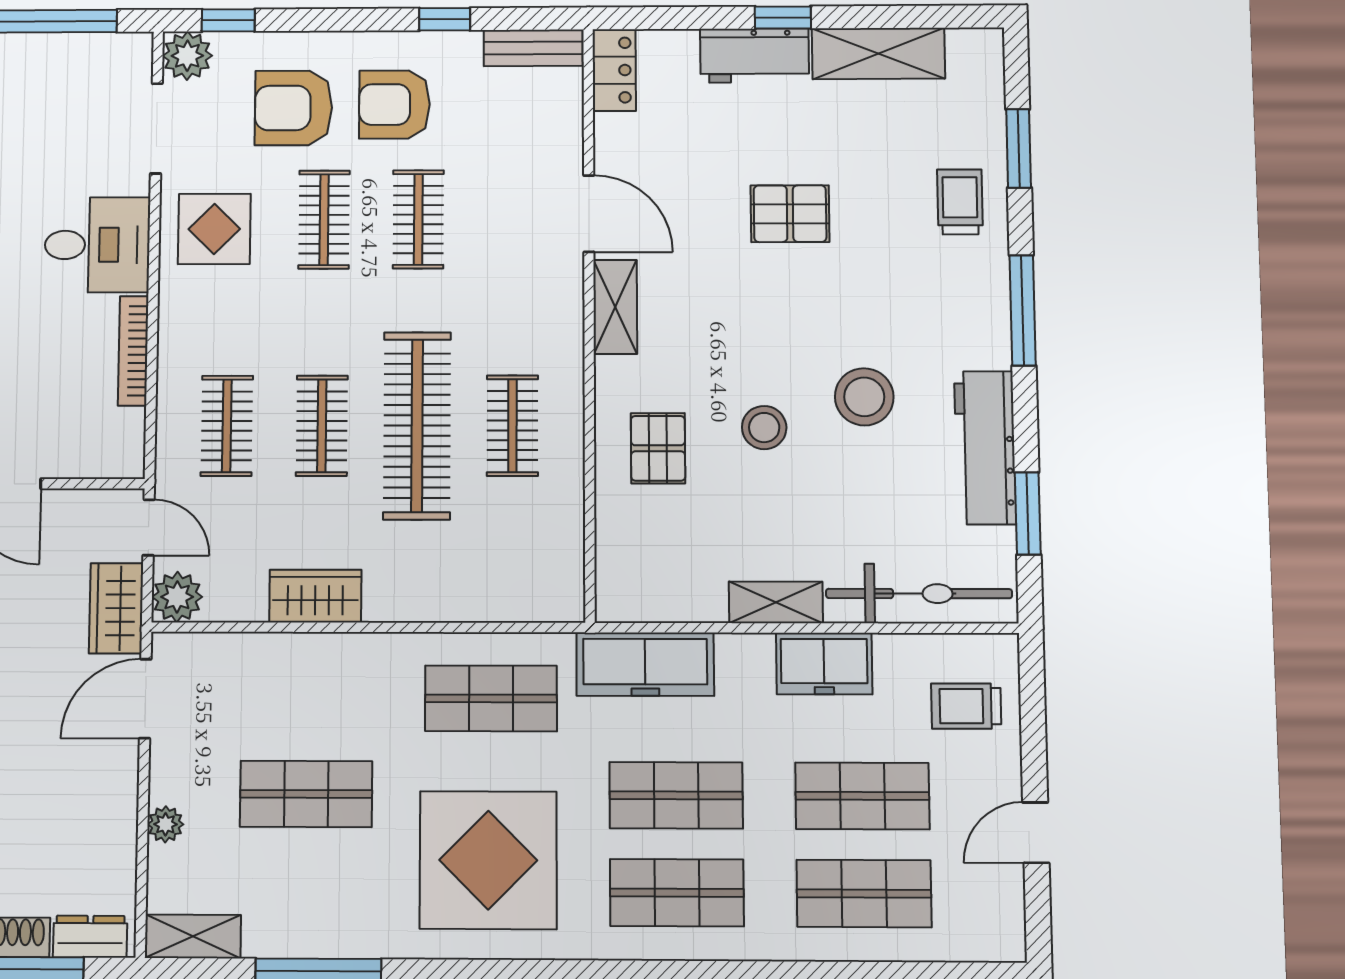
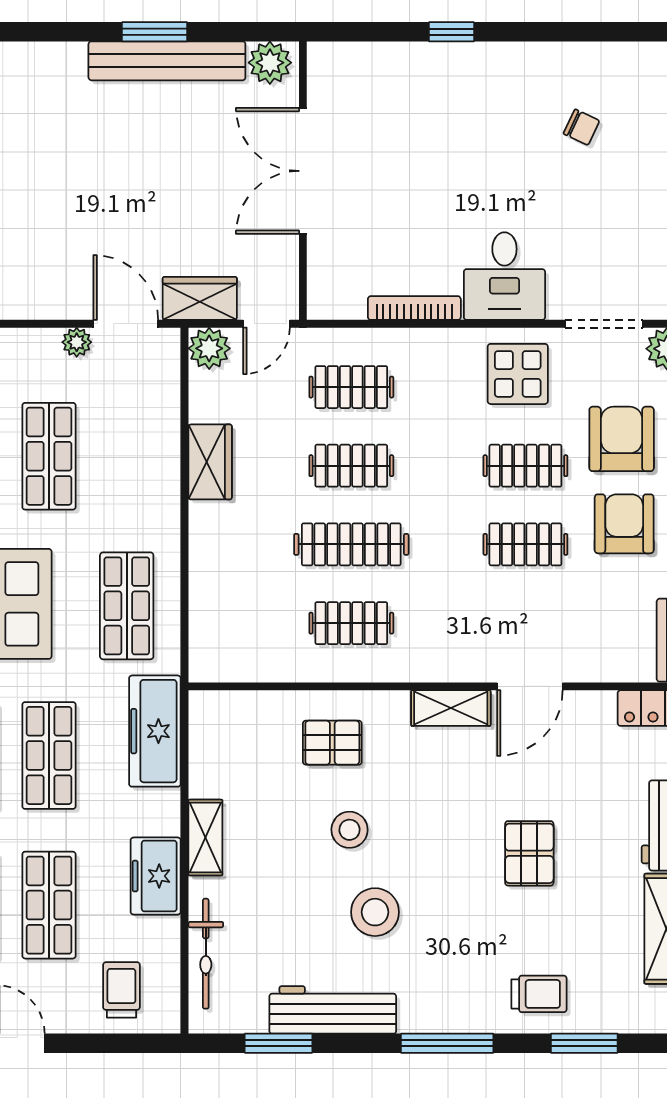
clothes rail: (417, 426) -> (351, 544), width x0.73, depth x0.76
bicycle: (919, 594) -> (206, 954), width x0.73, depth x0.71
plant: (165, 824) -> (77, 342), moved

